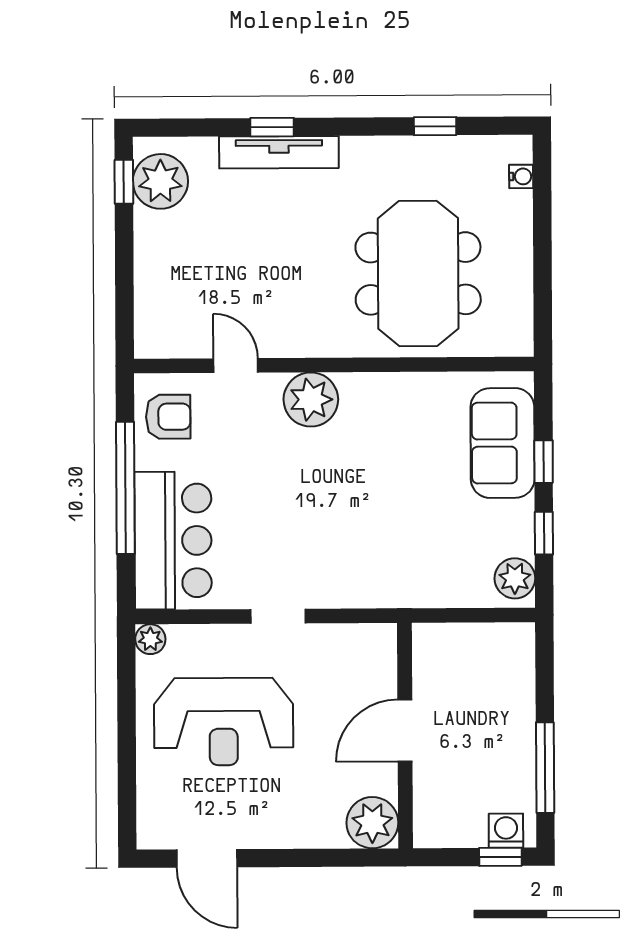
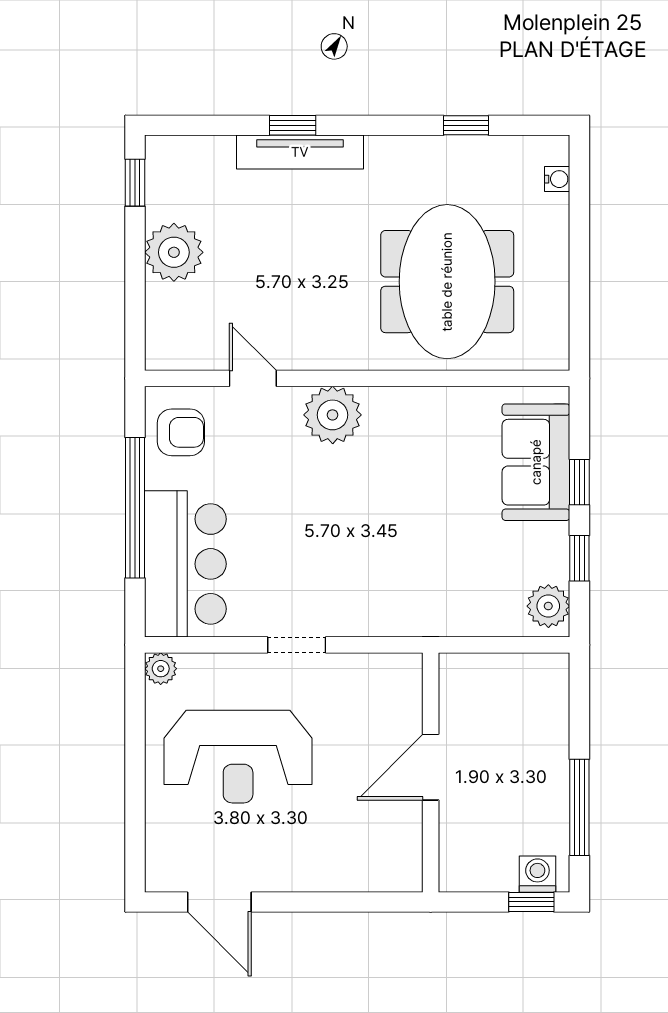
plant: (160, 181) -> (174, 252), moved
plant: (372, 823) -> (396, 865), removed

